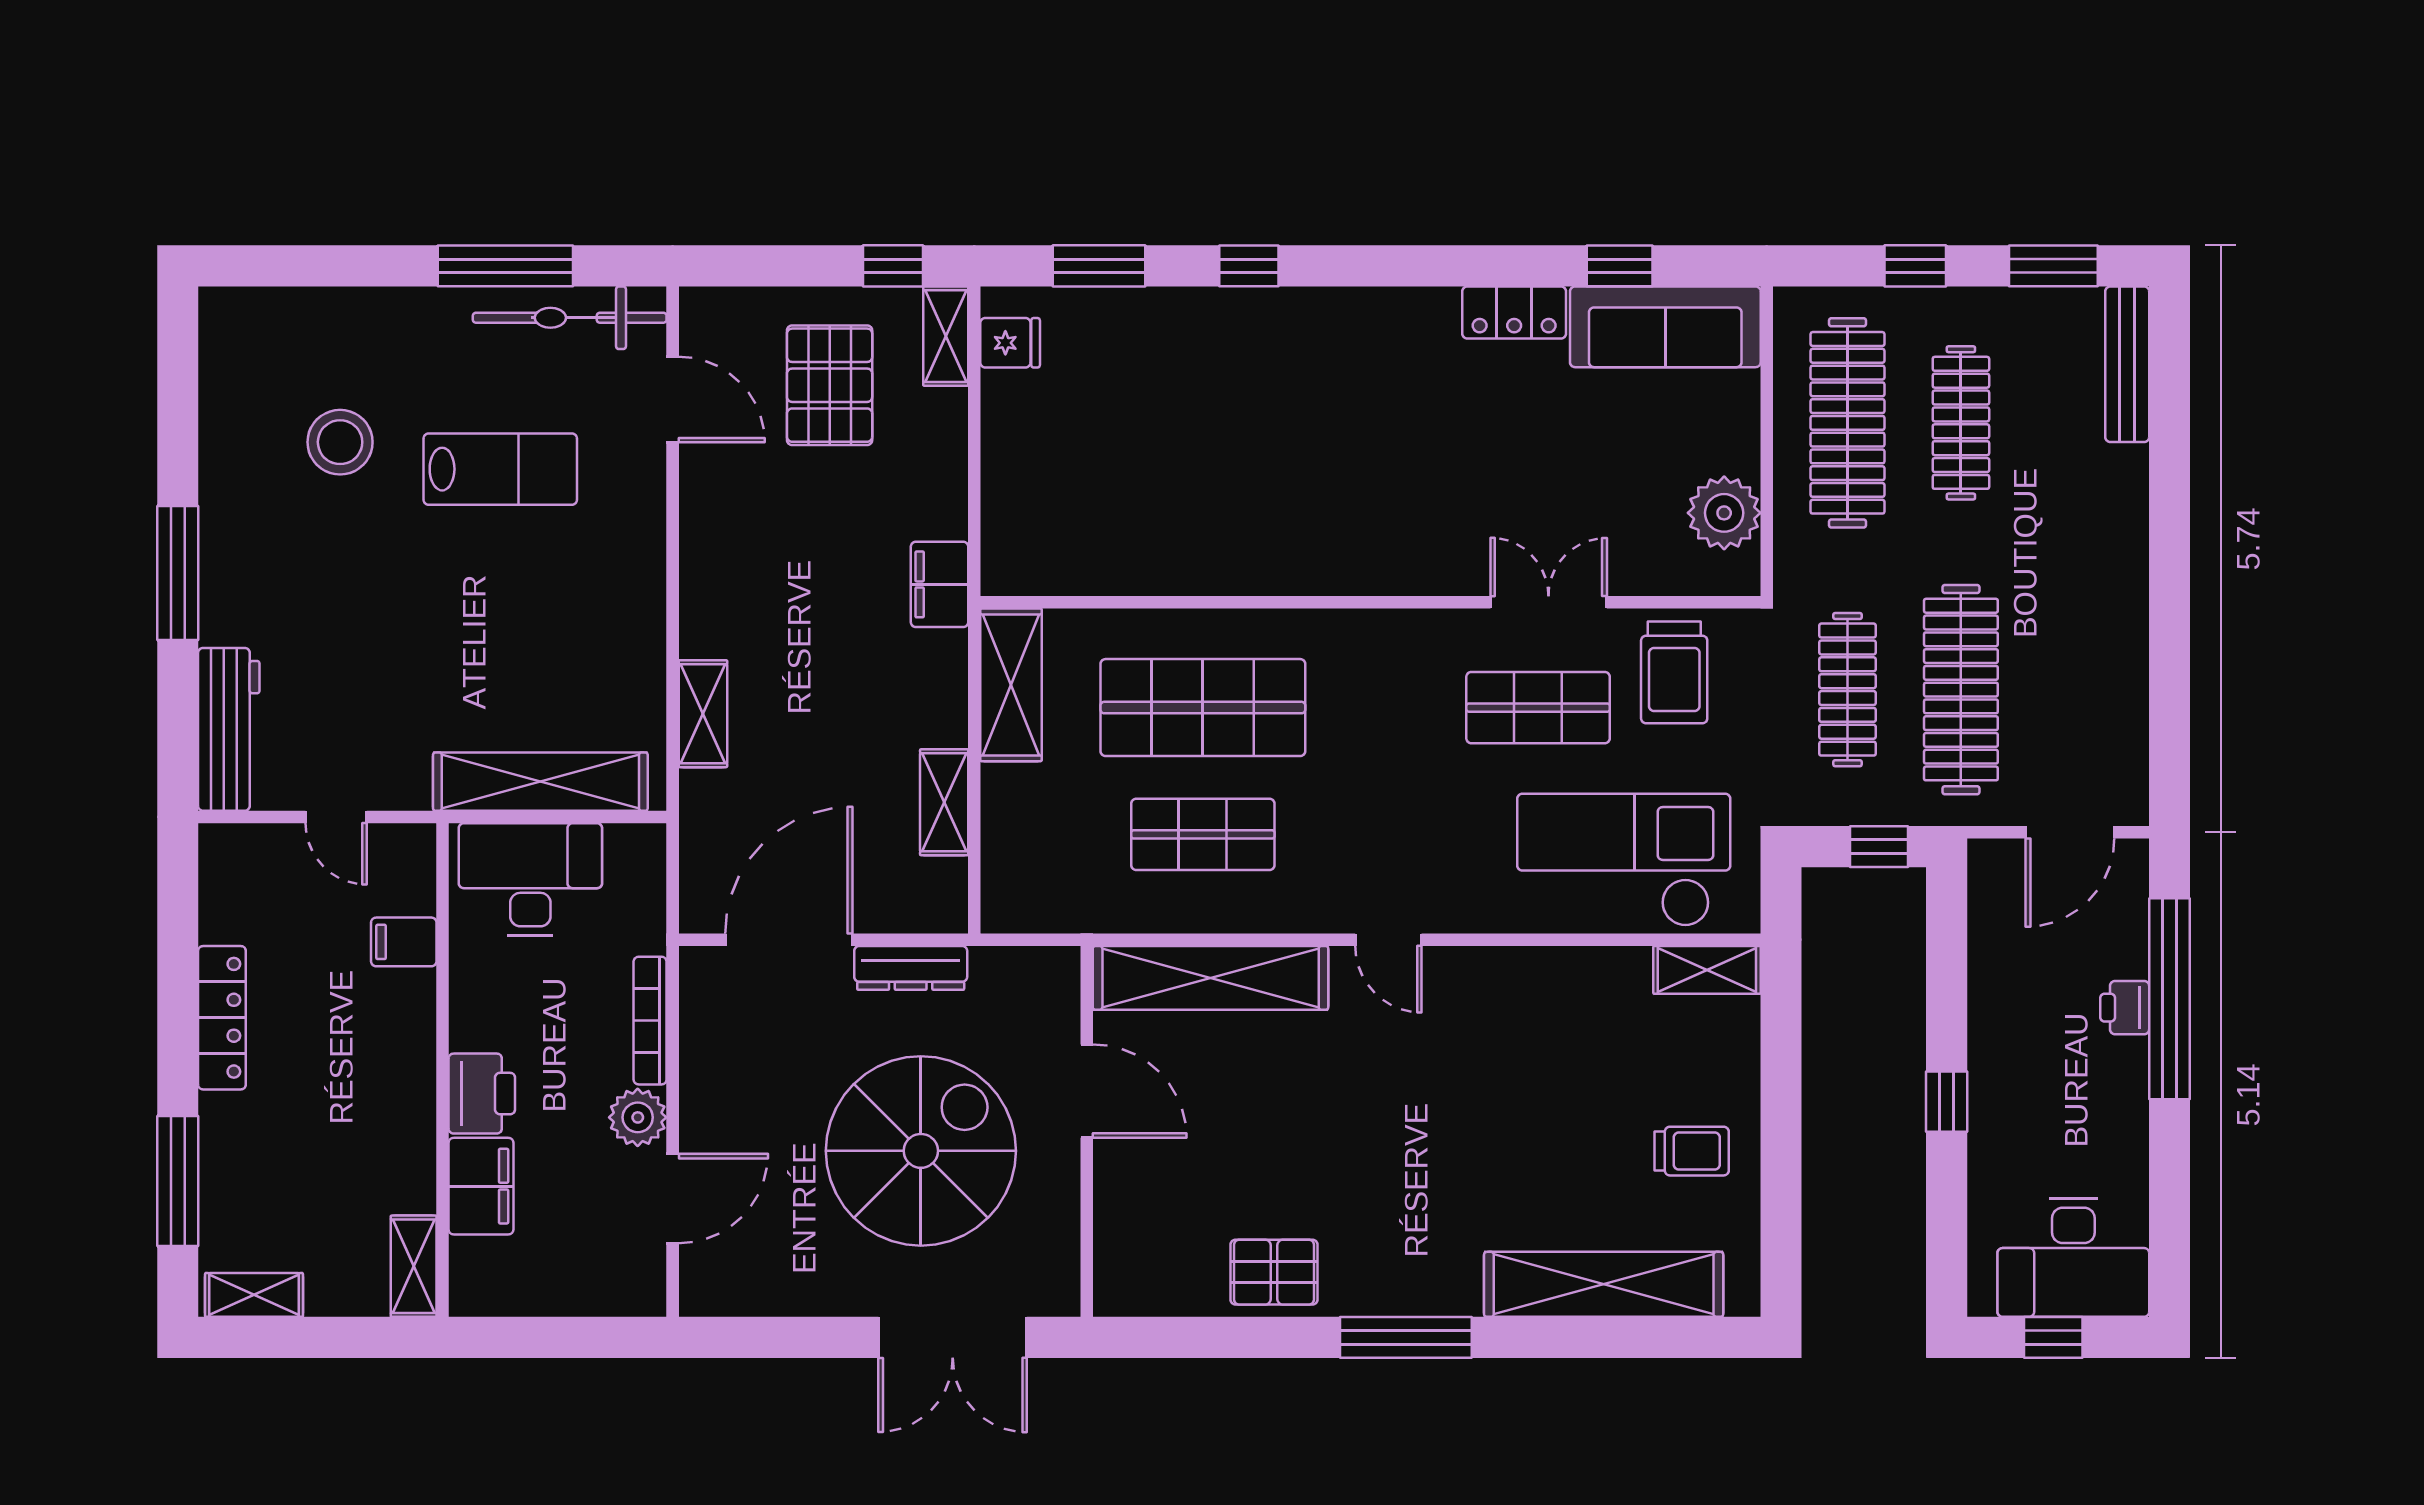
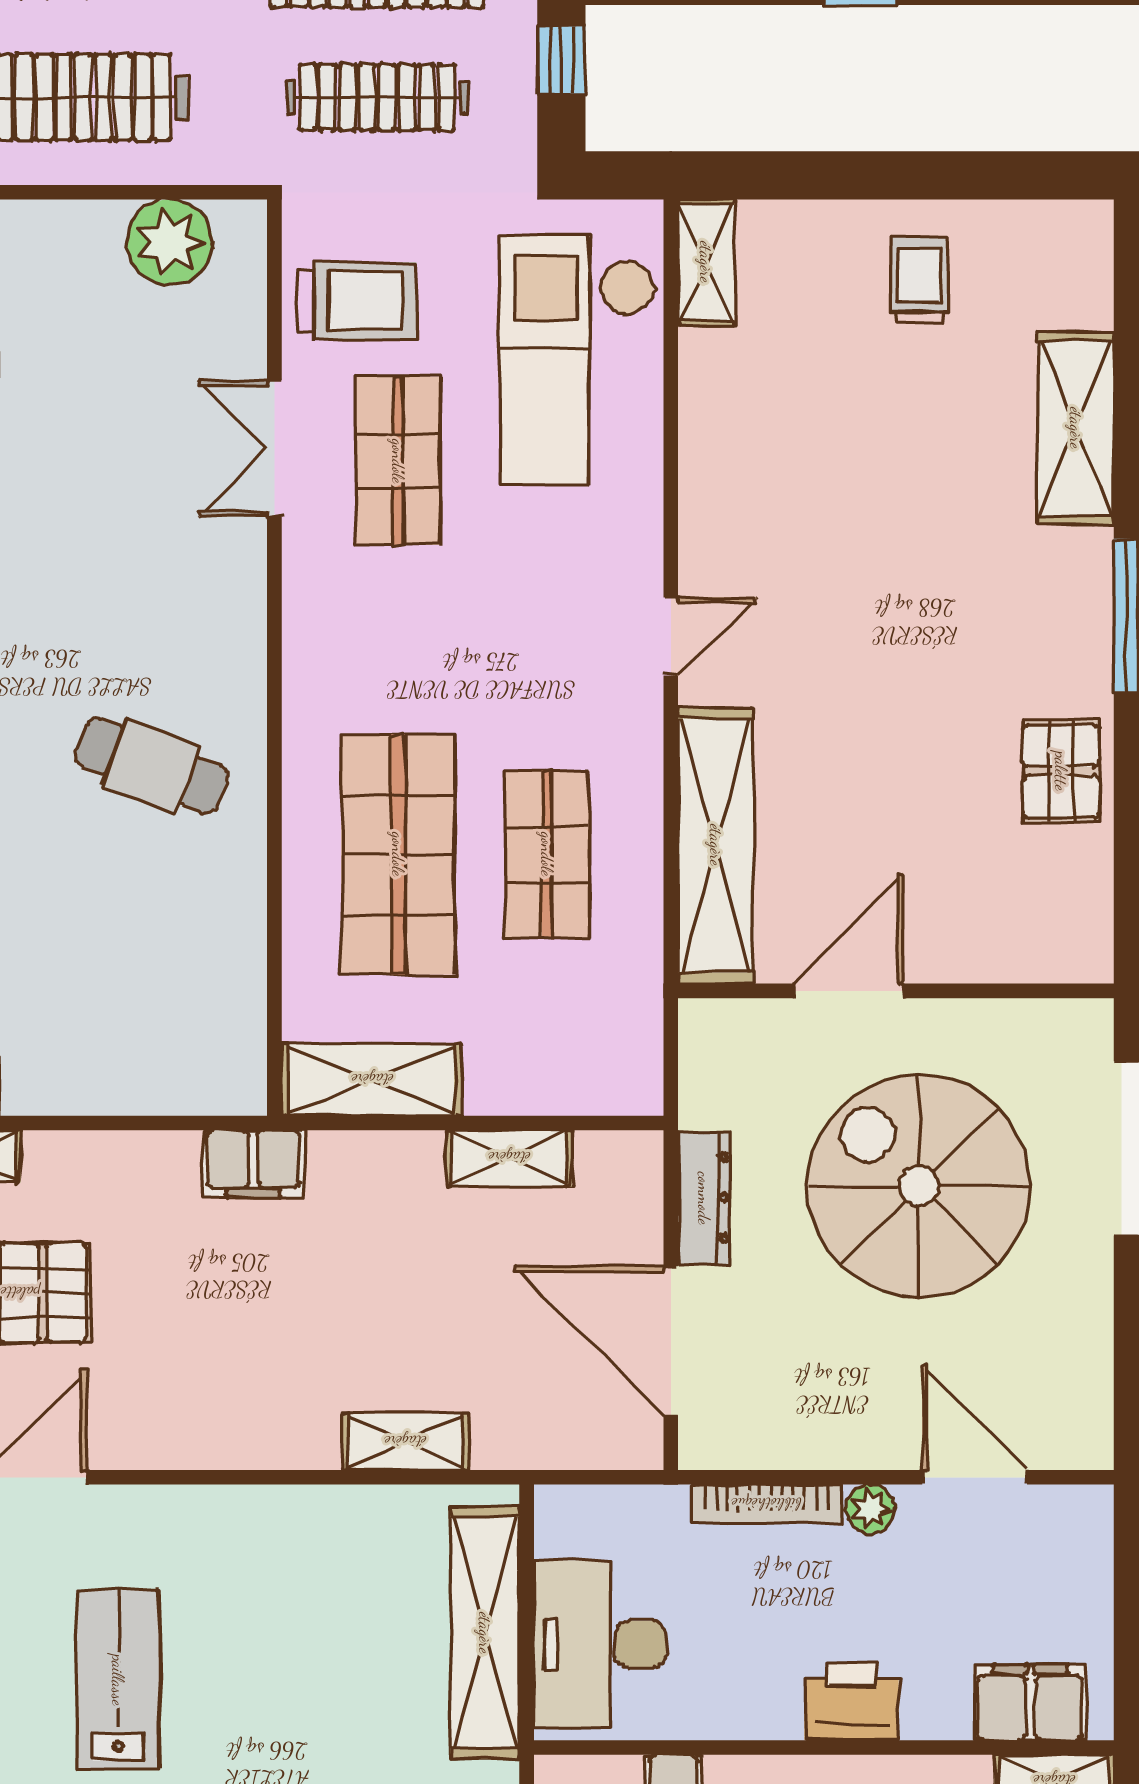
cafe table: (1279, 498) -> (152, 765), added
plant: (638, 1117) -> (870, 1509), width x0.73, depth x0.73
filing cabinet: (481, 1186) -> (1030, 1702), moved
shelving: (1604, 1284) -> (1076, 428), width x0.68

